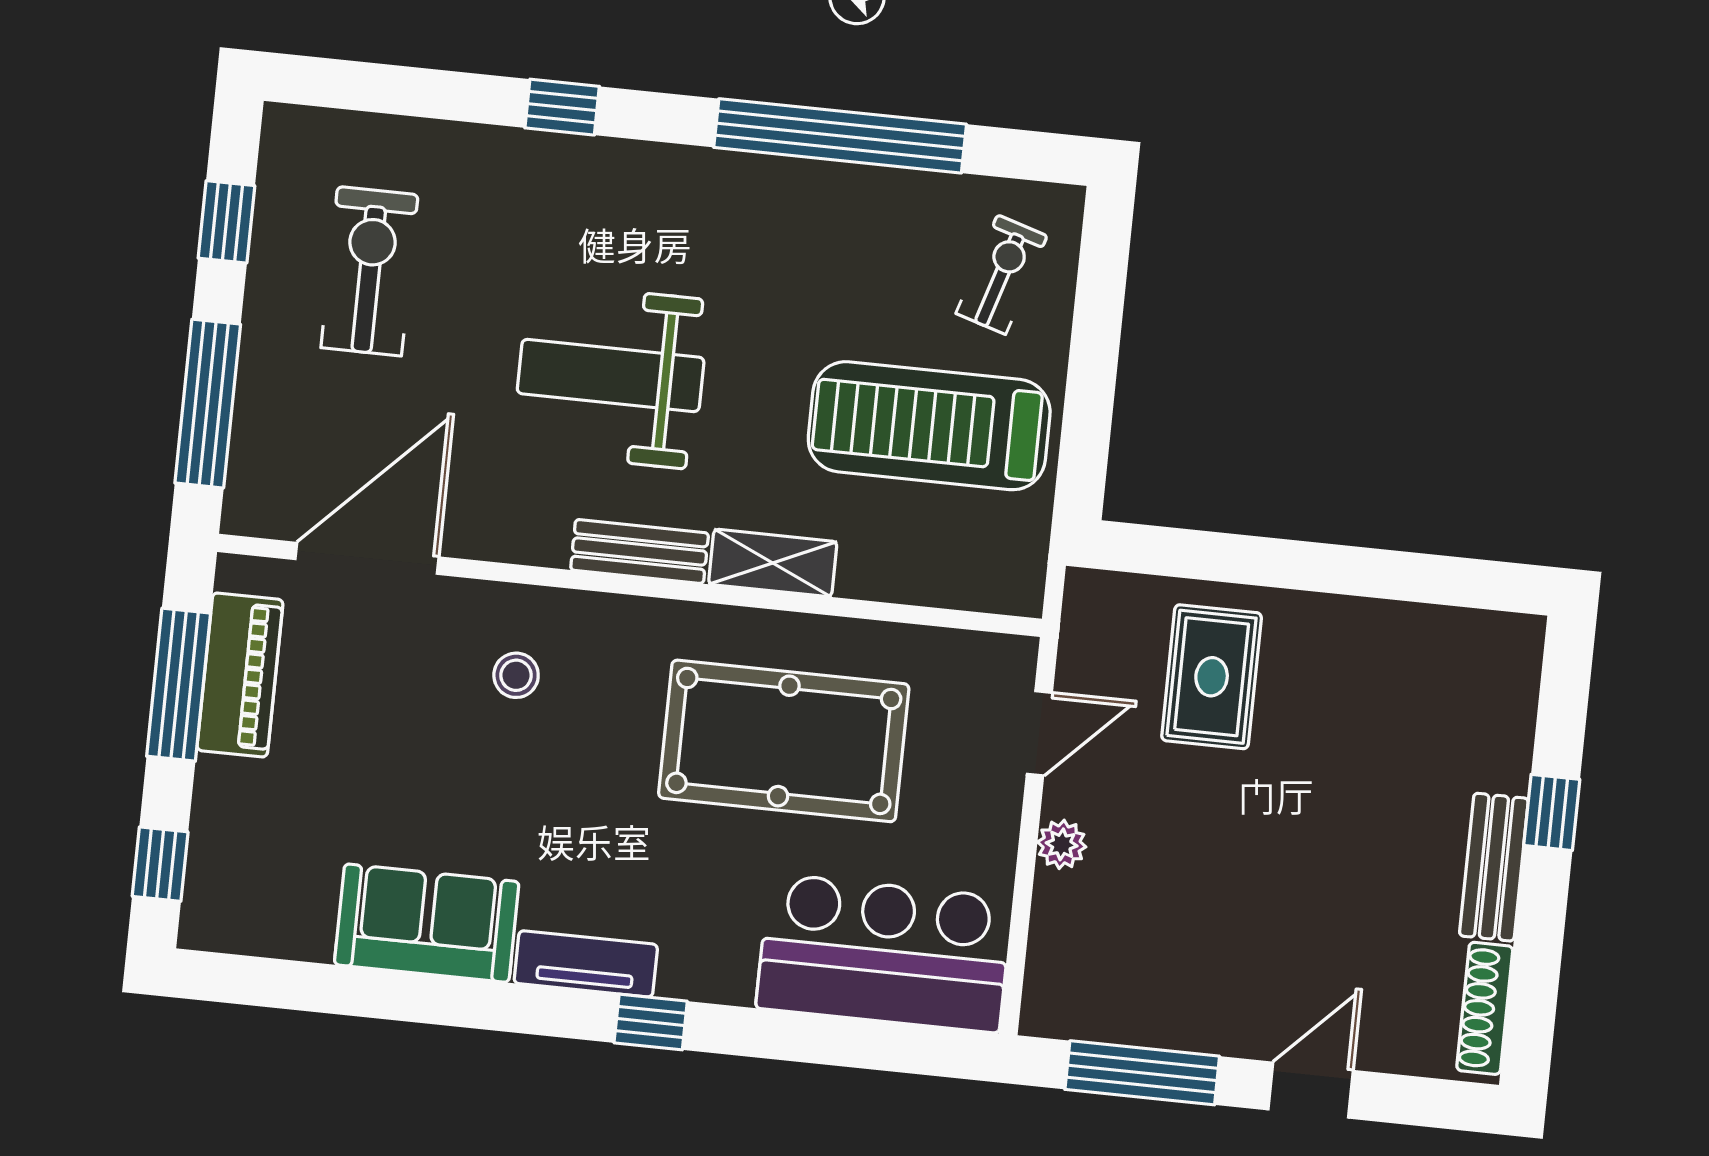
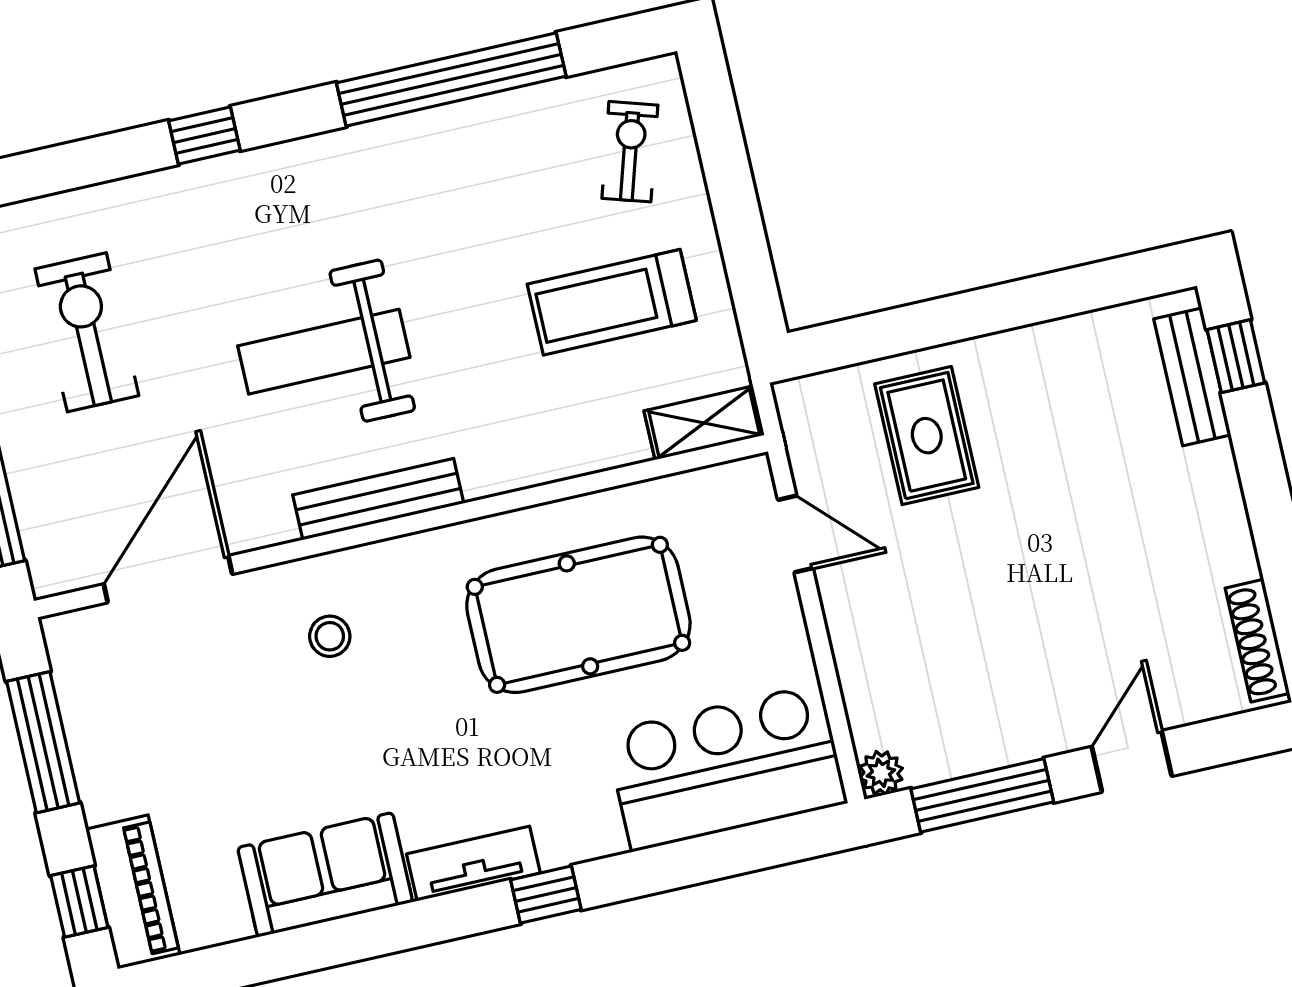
treadmill: (929, 426) -> (612, 302), width x0.73, depth x0.73
bench: (640, 552) -> (378, 499), width x1.36
shelving: (773, 563) -> (704, 423), moved
piano: (240, 675) -> (133, 892), moved
door: (1039, 733) -> (795, 534), hinge flipped
window: (1552, 812) -> (1236, 356), moved
plant: (1062, 844) -> (881, 773), moved
bench: (1494, 867) -> (1192, 377), moved

